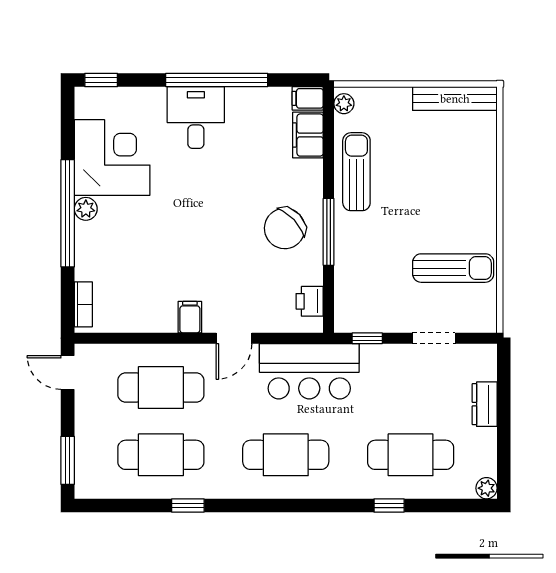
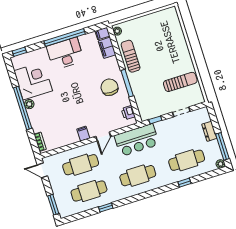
bench: (455, 99) -> (160, 15), removed
desk: (196, 118) -> (65, 53), width x1.37
chair: (285, 228) -> (109, 87), turned 133
window: (504, 449) -> (222, 146), added

